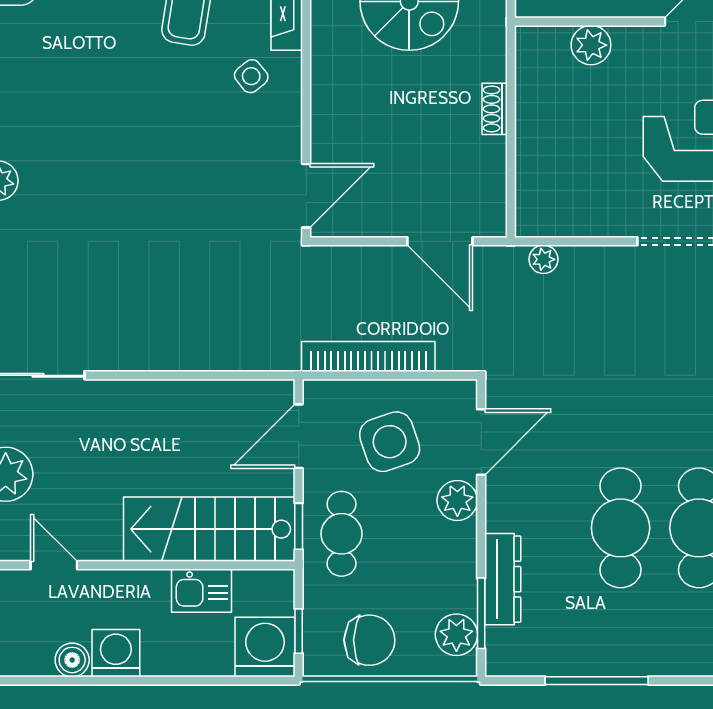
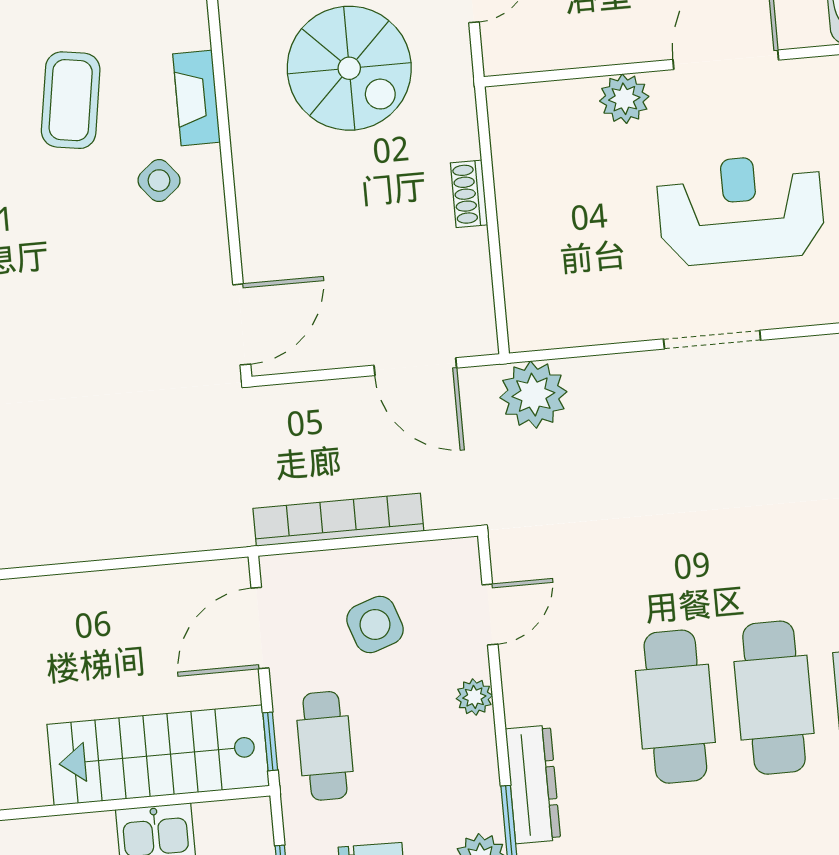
plant: (591, 45) -> (624, 99), moved
plant: (543, 259) -> (533, 395), width x1.87, depth x1.87
side table: (390, 442) -> (375, 625), width x0.73, depth x0.73
door: (481, 442) -> (490, 614), width x0.73
plant: (457, 500) -> (474, 697), width x0.73, depth x0.73

